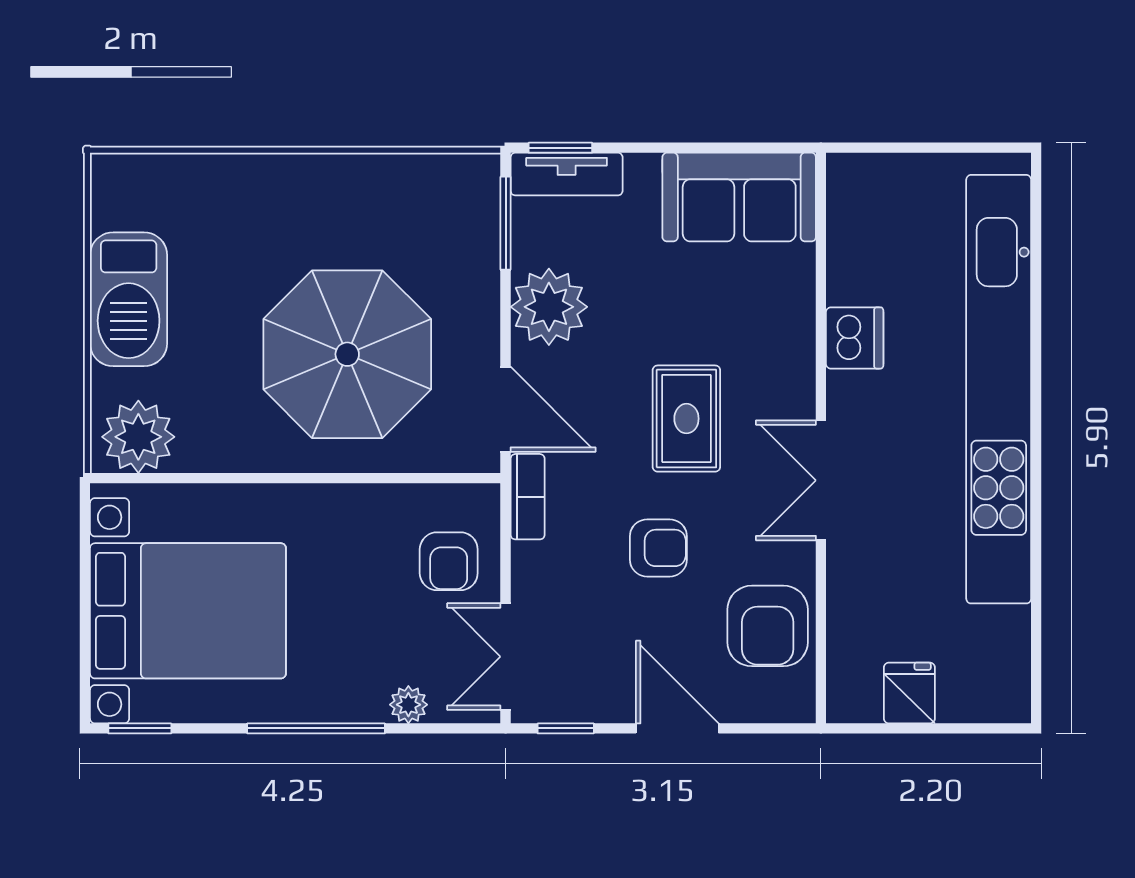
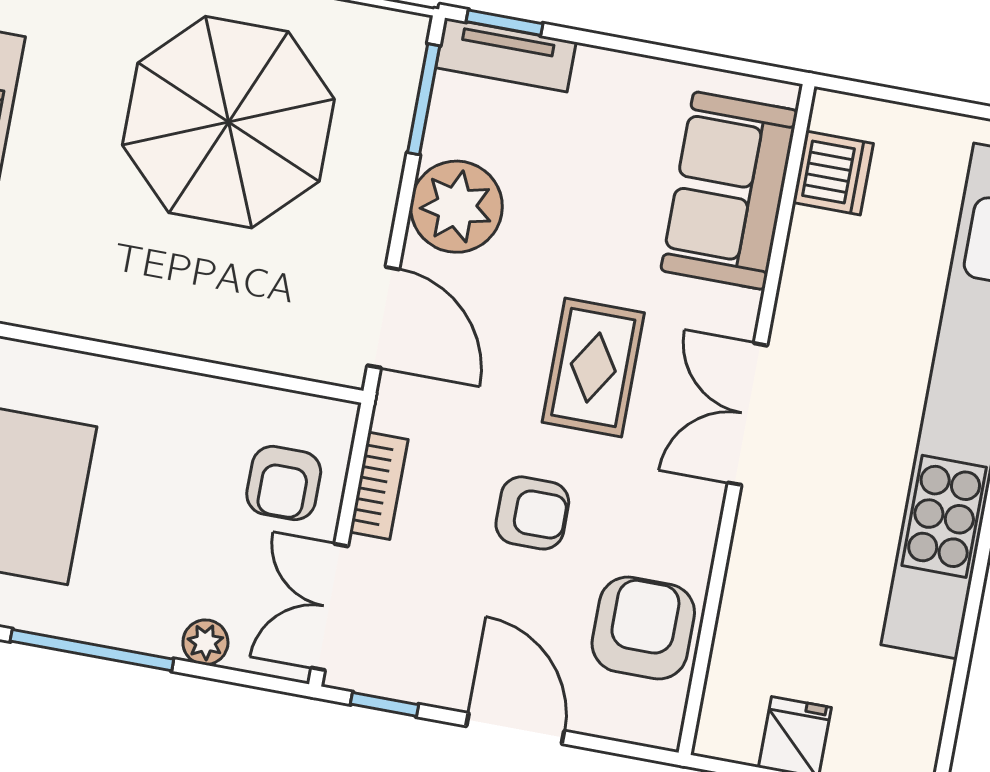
sofa: (739, 197) -> (729, 191), moved, turned 90
dishwasher: (855, 338) -> (833, 173), moved
parasol: (347, 354) -> (228, 122), moved
double door: (821, 480) -> (748, 414), moved
bookcase: (528, 497) -> (379, 486), moved
armchair: (768, 626) -> (643, 628), turned 180

